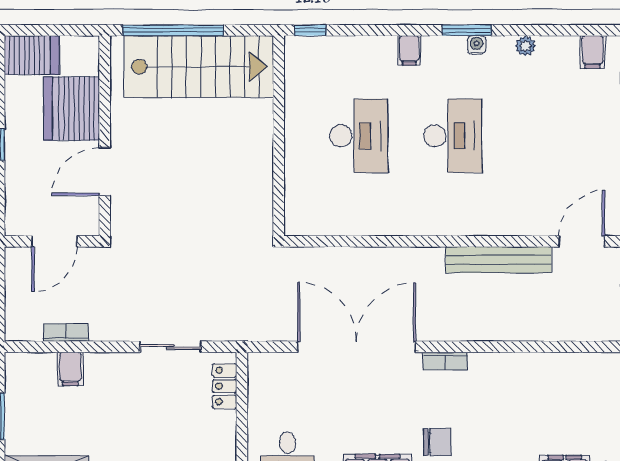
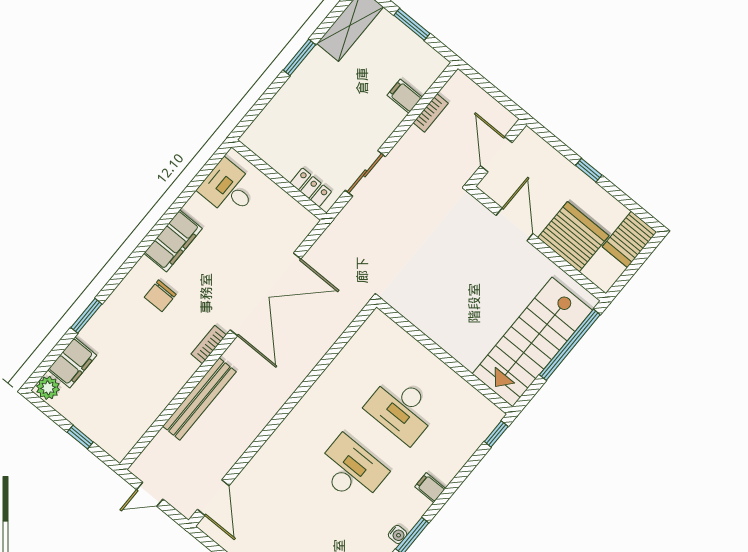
desk: (453, 136) -> (351, 470), turned 180
bench: (499, 260) -> (199, 399), moved

